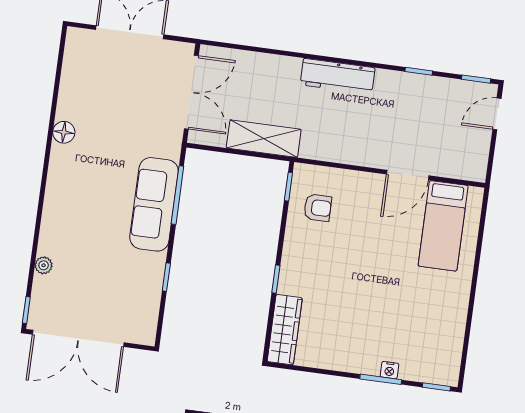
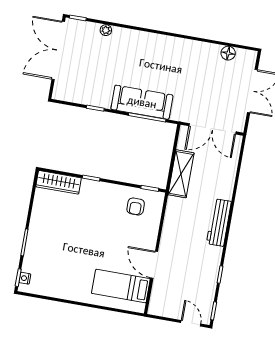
floor lamp: (64, 132) -> (228, 53), moved
nightstand: (389, 370) -> (25, 278), moved

